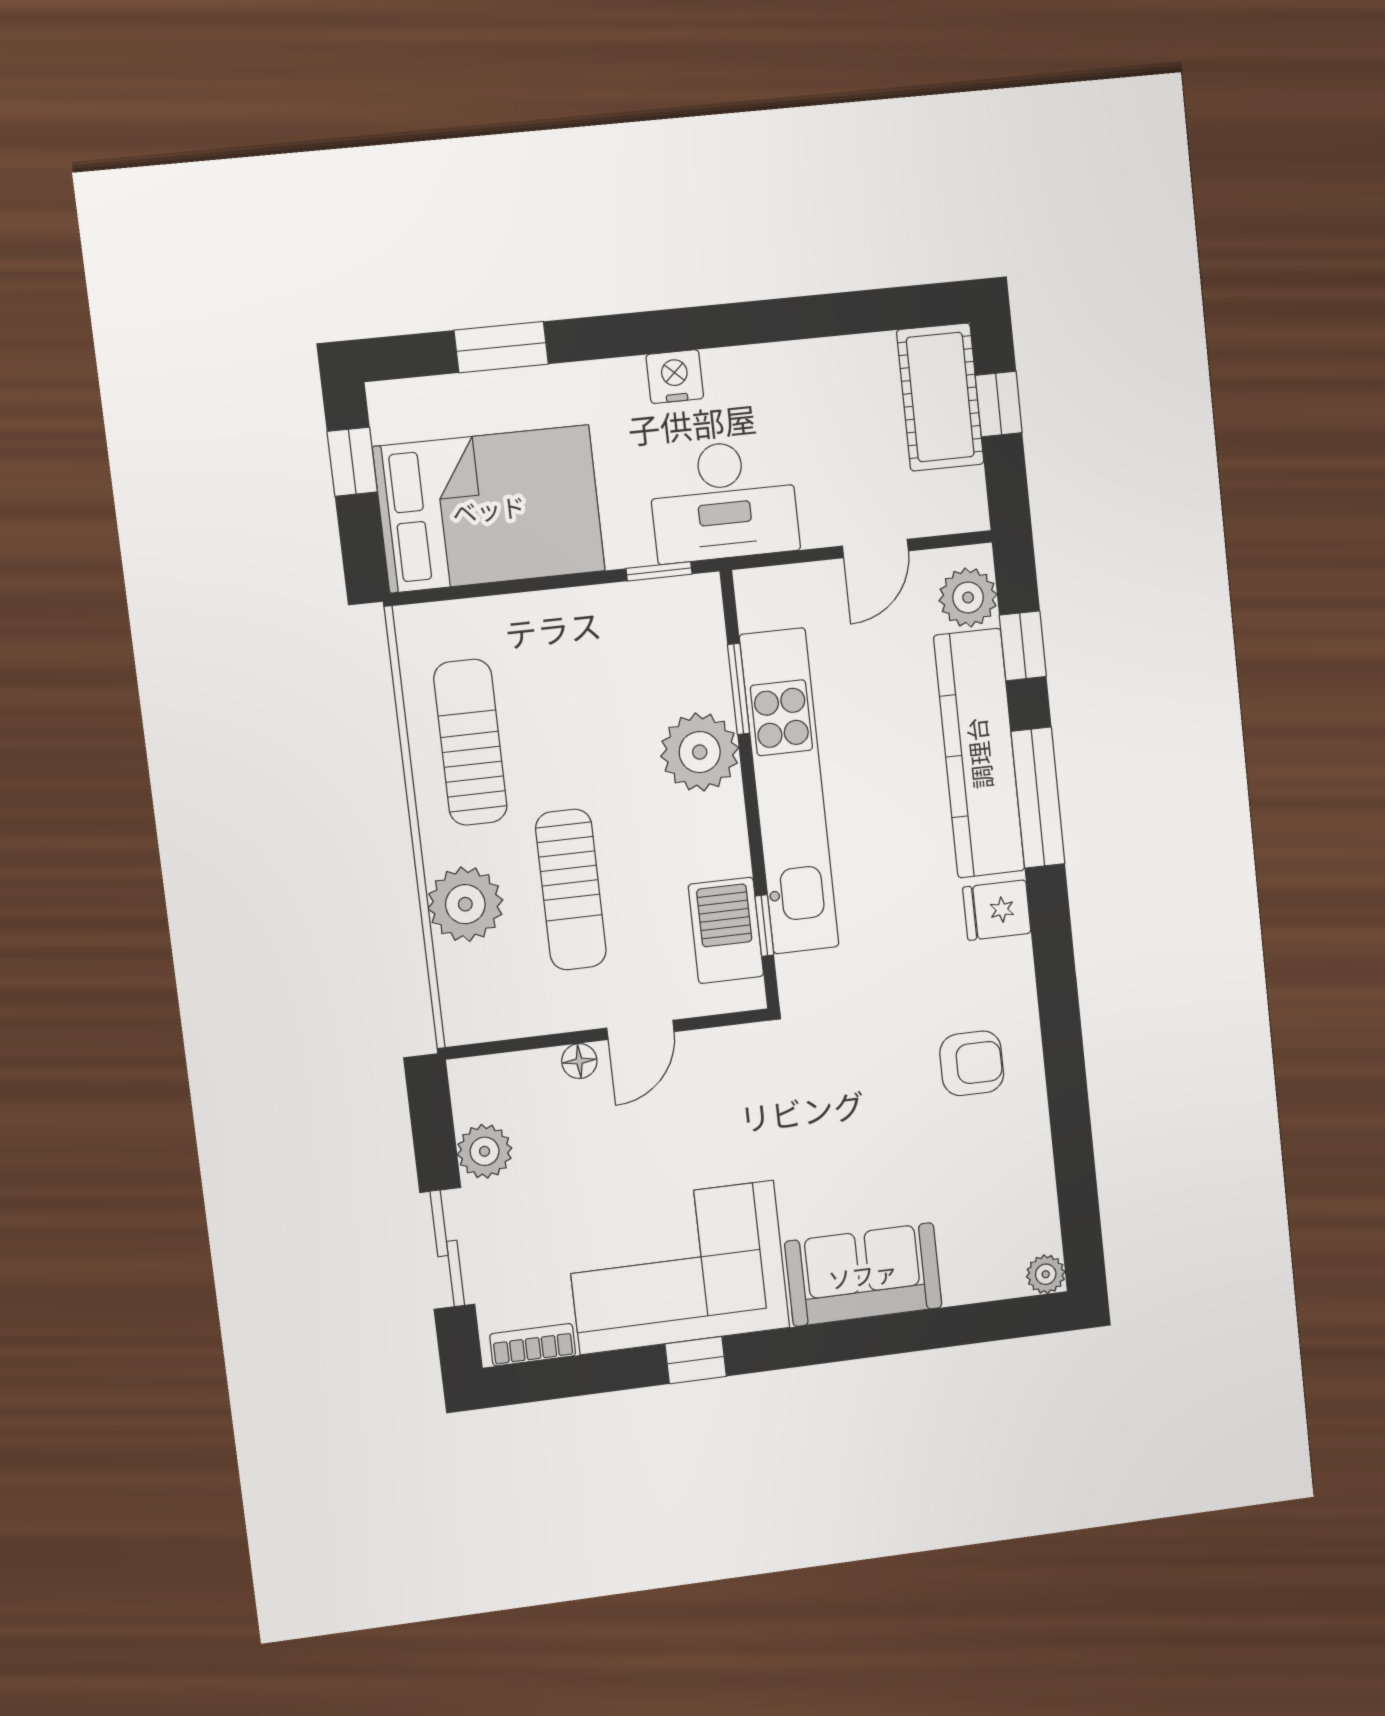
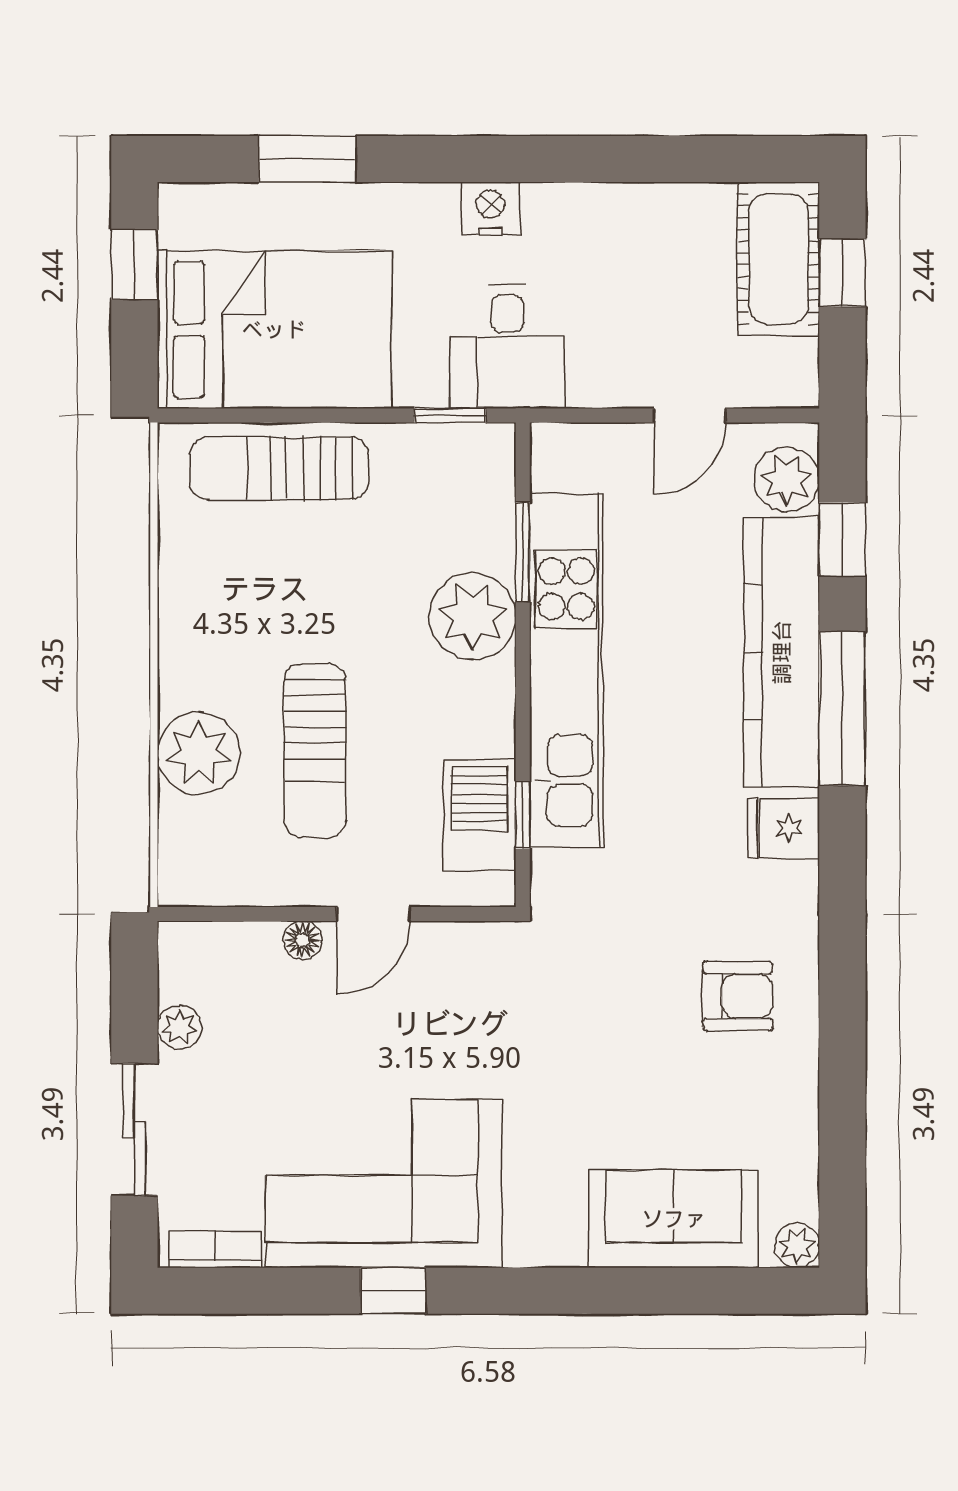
desk: (723, 501) -> (507, 347), width x0.73
sun lounger: (470, 742) -> (279, 468), moved, turned -90
plant: (485, 1151) -> (179, 1027), width x0.73, depth x0.73
sofa: (863, 1275) -> (674, 1219), moved

